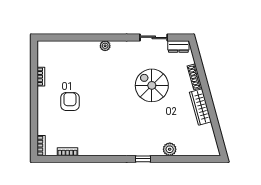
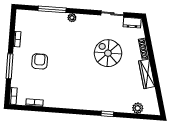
window: (80, 37) -> (52, 9), added
window: (34, 110) -> (9, 66), added
plant: (170, 149) -> (138, 108), moved
window: (143, 159) -> (107, 114), moved

